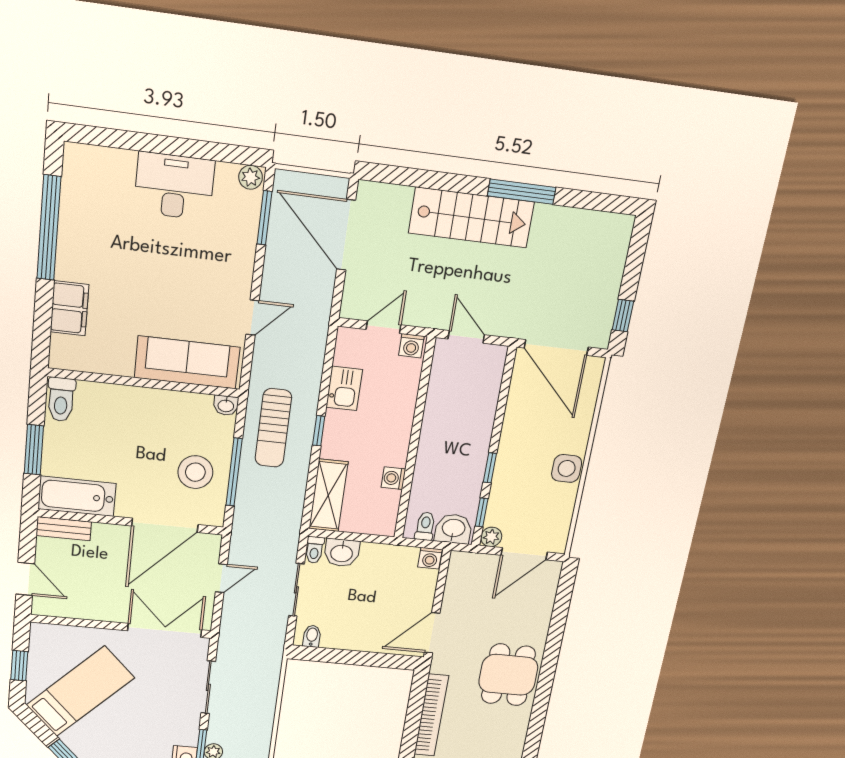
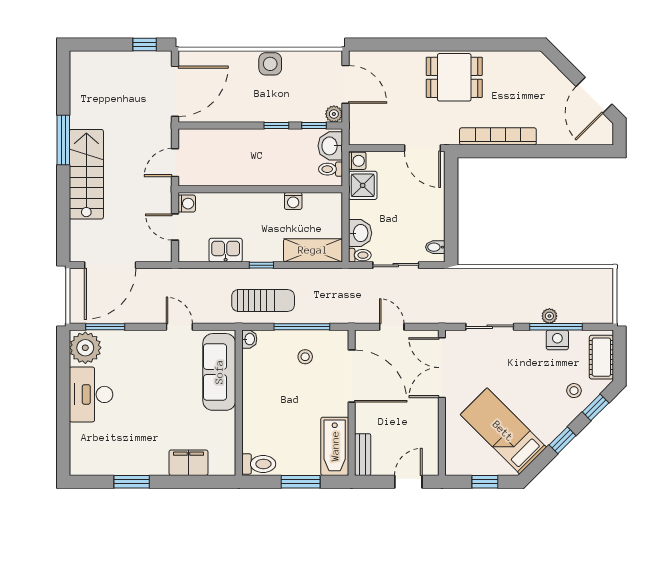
plant: (251, 177) -> (85, 348), width x1.87, depth x1.87
window: (49, 228) -> (132, 482), width x0.47
stool: (195, 472) -> (305, 357), width x0.53, depth x0.53
shower: (399, 562) -> (363, 185), added

